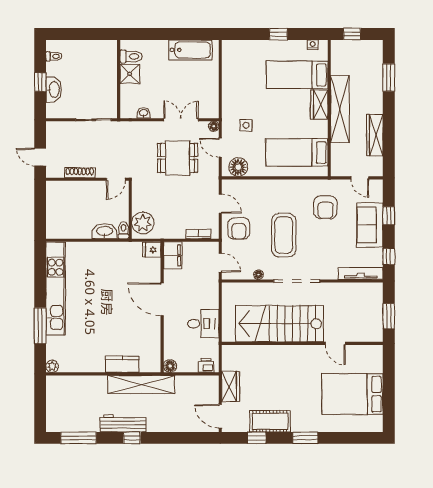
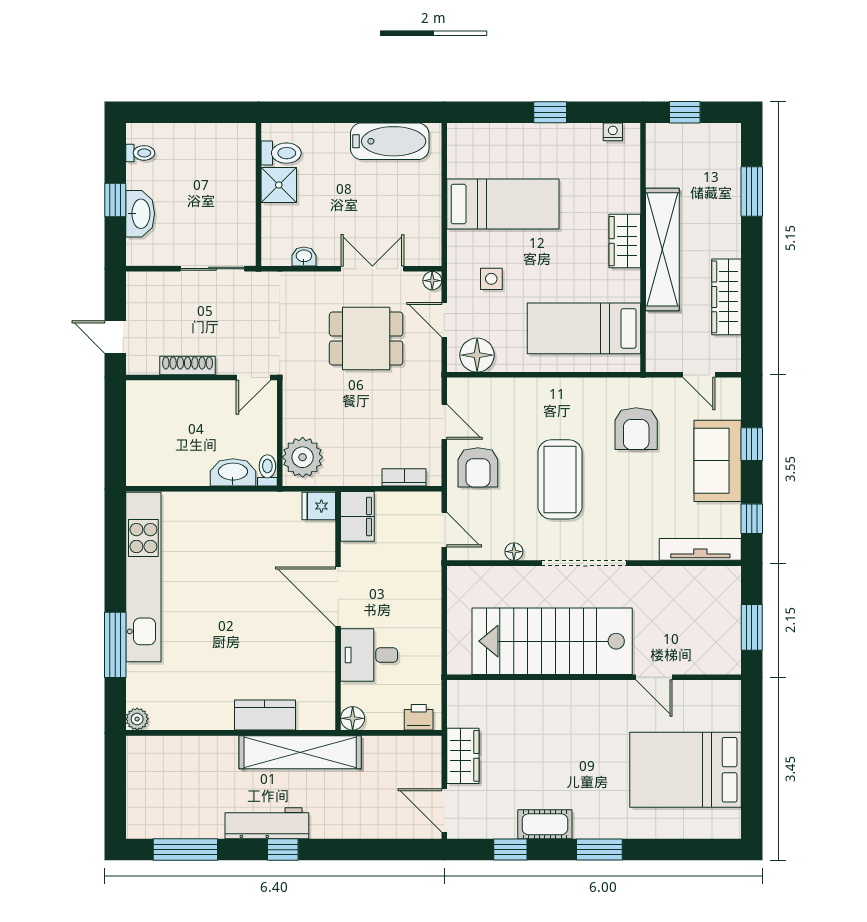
bed: (297, 75) -> (503, 204), moved, turned 180
desk: (203, 324) -> (369, 655), moved, turned 180
cot: (270, 421) -> (545, 824), width x0.73, depth x0.75

